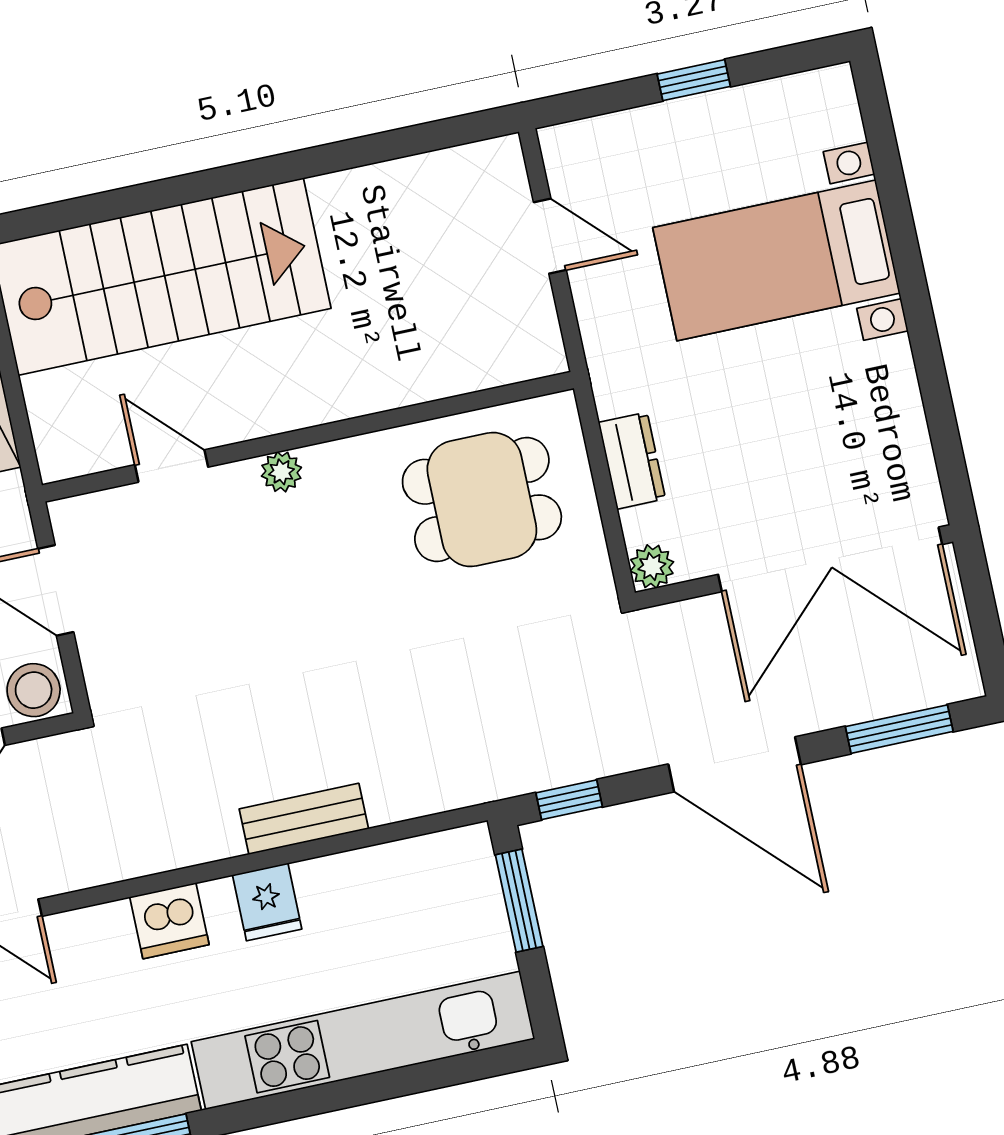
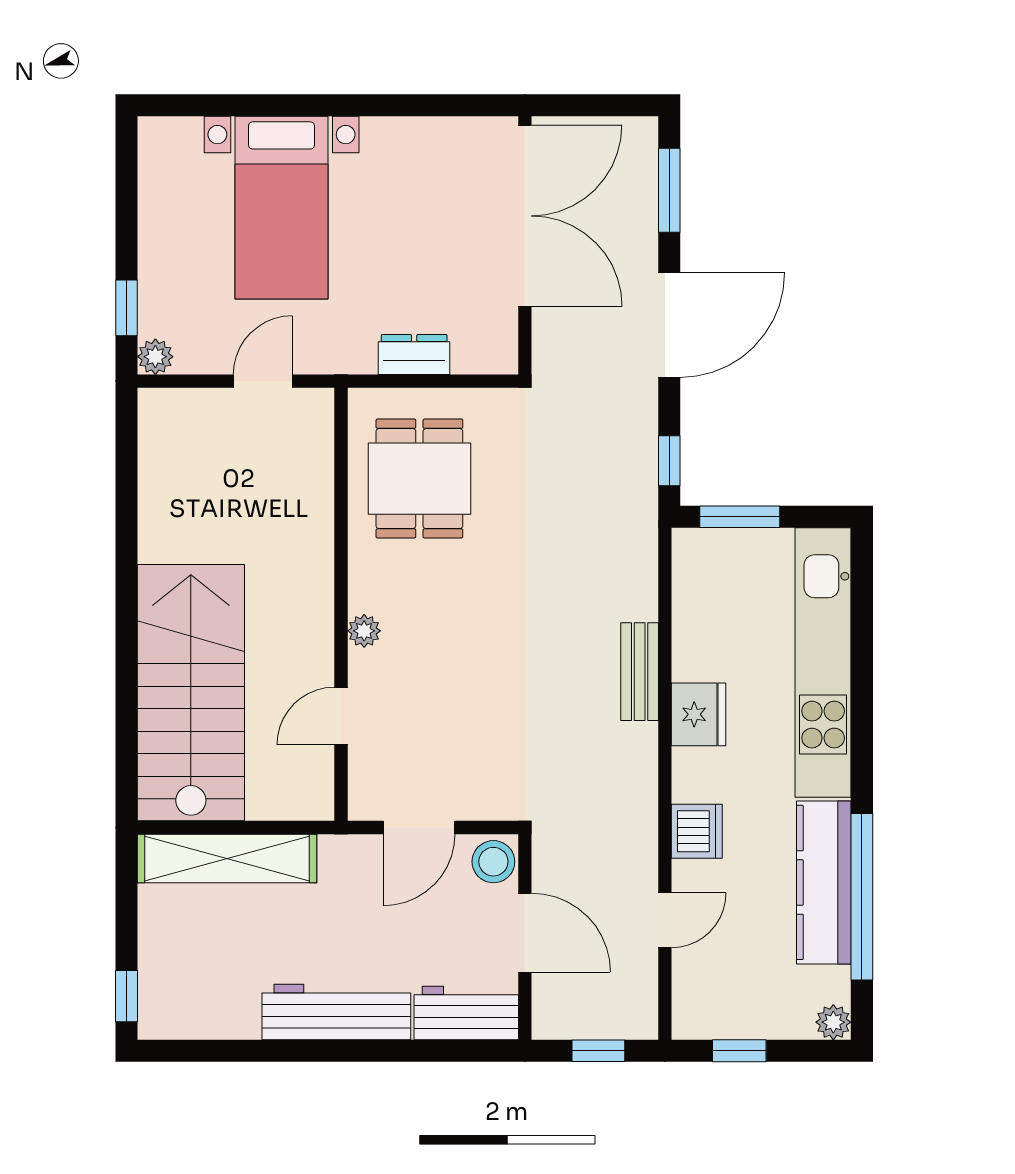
window: (694, 80) -> (126, 308), moved
door: (550, 236) -> (263, 381), moved
plant: (652, 567) -> (155, 357), moved
fridge: (267, 902) -> (699, 714), width x1.38
dishwasher: (169, 921) -> (697, 831), moved

